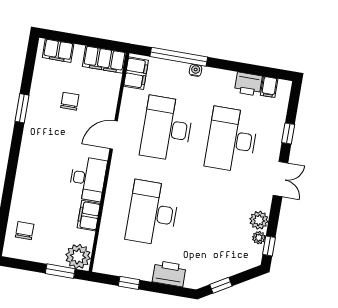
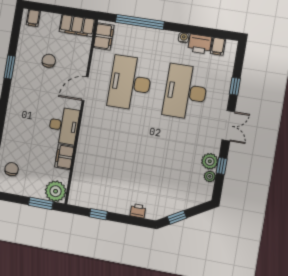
filing cabinet: (58, 51) -> (33, 18), width x0.50
water cooler: (196, 70) -> (184, 38), moved
desk: (152, 213) -> (118, 155), removed
window: (269, 246) -> (222, 166), moved
printer: (169, 274) -> (138, 211), width x0.53, depth x0.68

